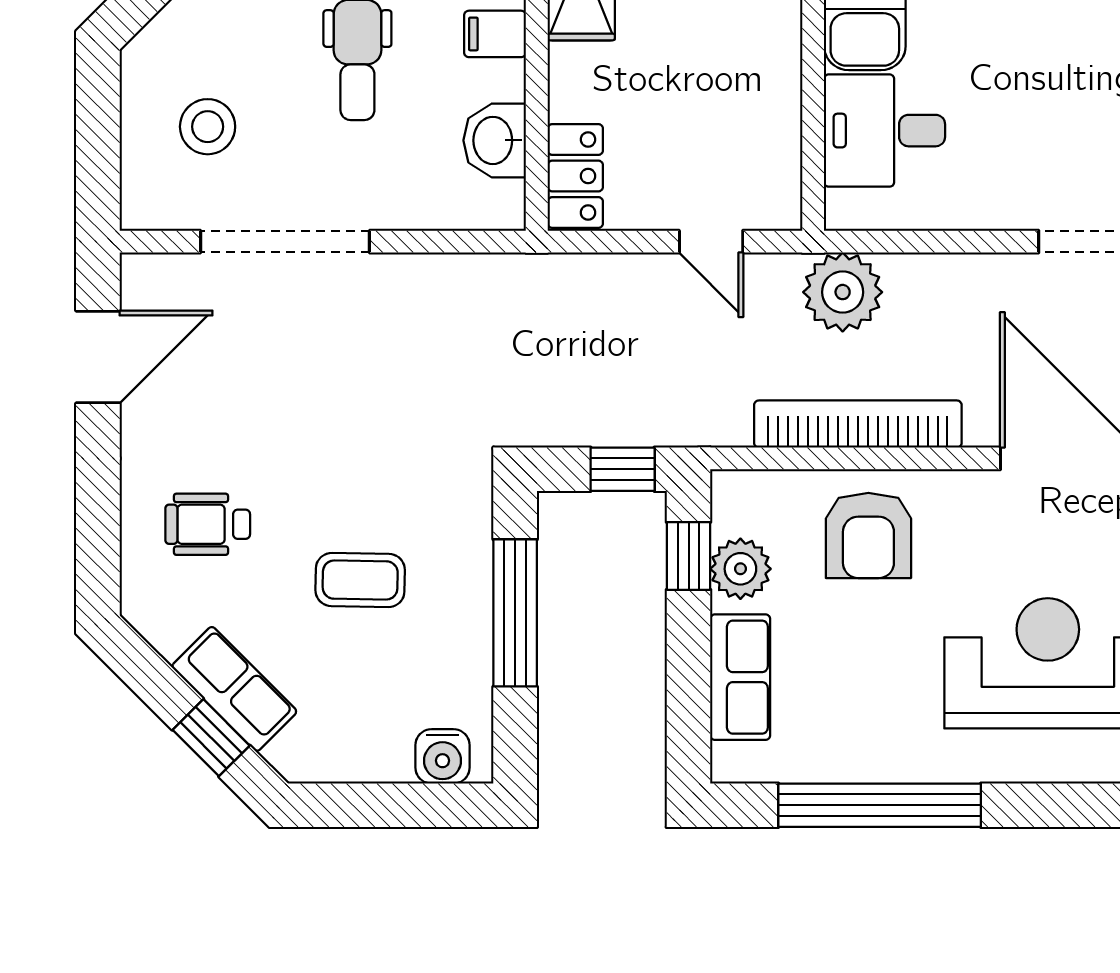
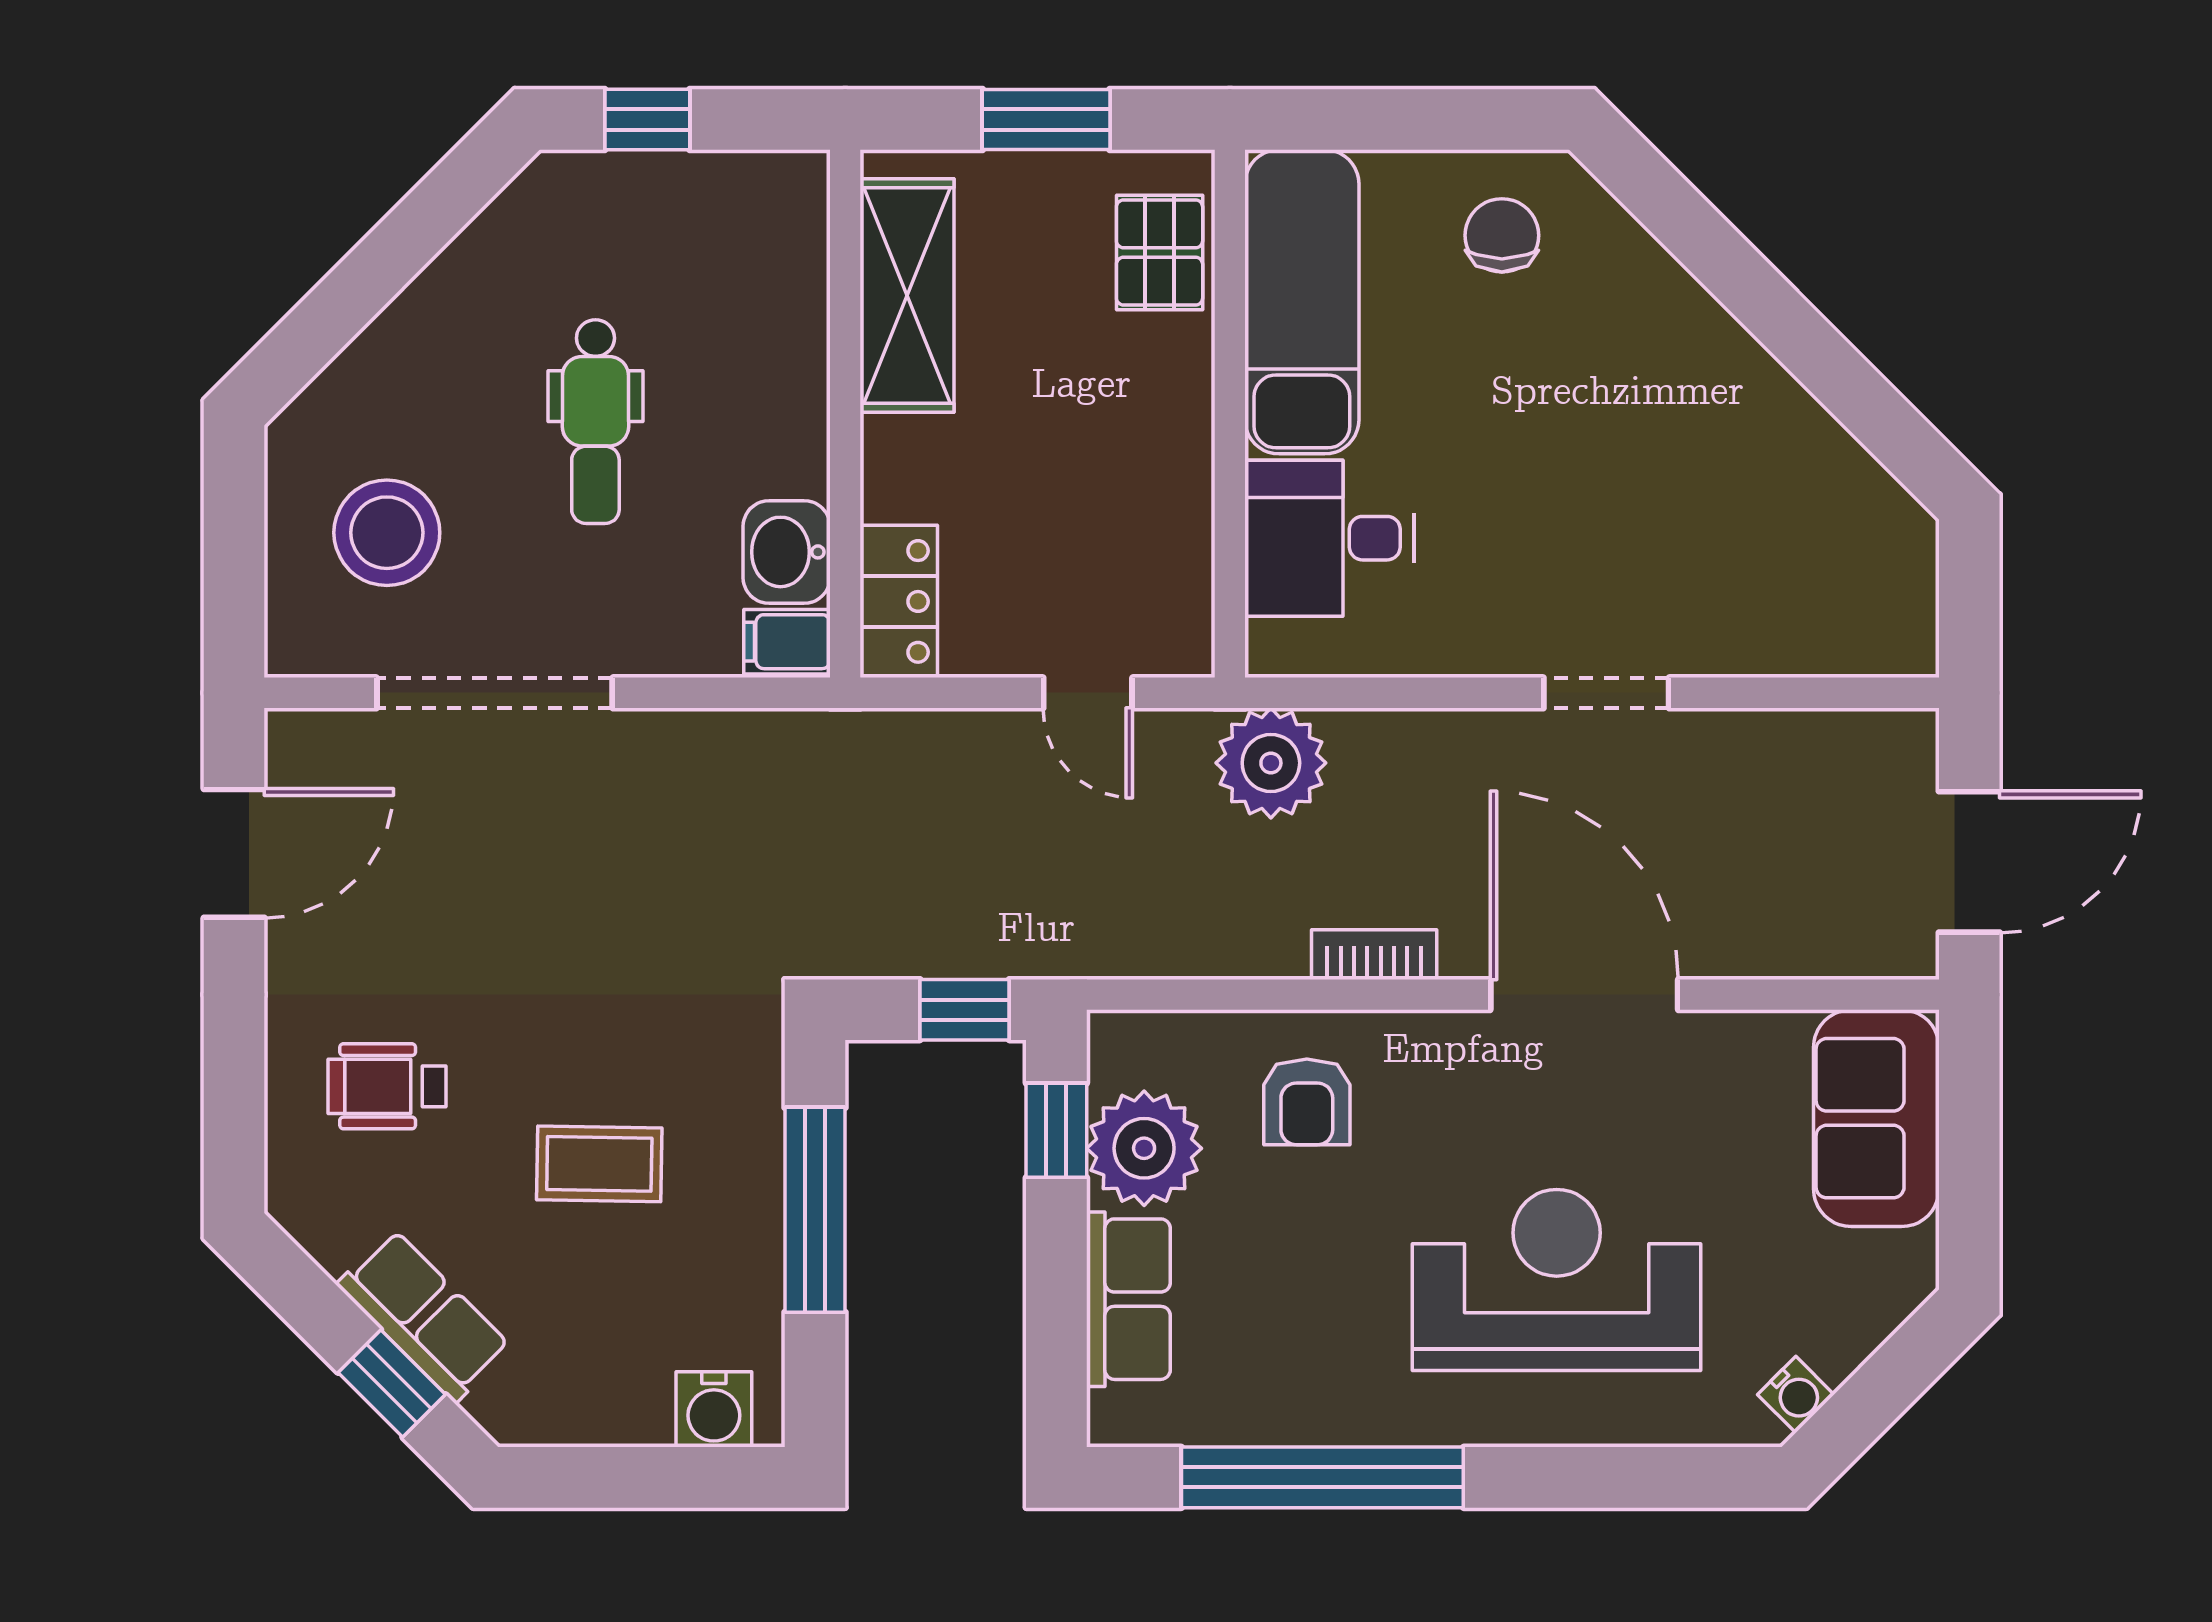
filing cabinet: (495, 34) -> (787, 642), moved
stool: (208, 127) -> (387, 533), width x1.38, depth x1.38
bookcase: (858, 424) -> (1374, 955), width x0.43, depth x0.76
armchair: (868, 535) -> (1307, 1102), width x0.72, depth x0.72
plant: (740, 569) -> (1144, 1148), width x1.36, depth x1.36

